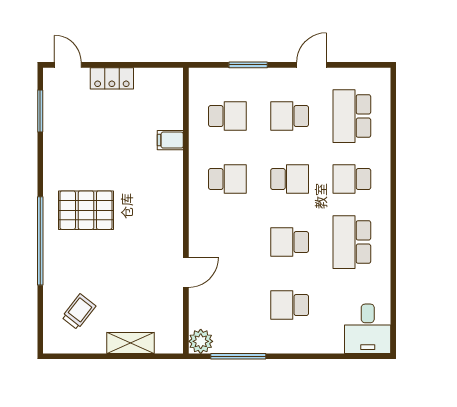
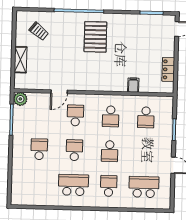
locker: (112, 78) -> (168, 69), moved
school desk: (290, 116) -> (75, 115), moved
door: (186, 272) -> (59, 92), hinge flipped
desk: (368, 329) -> (25, 192), removed

